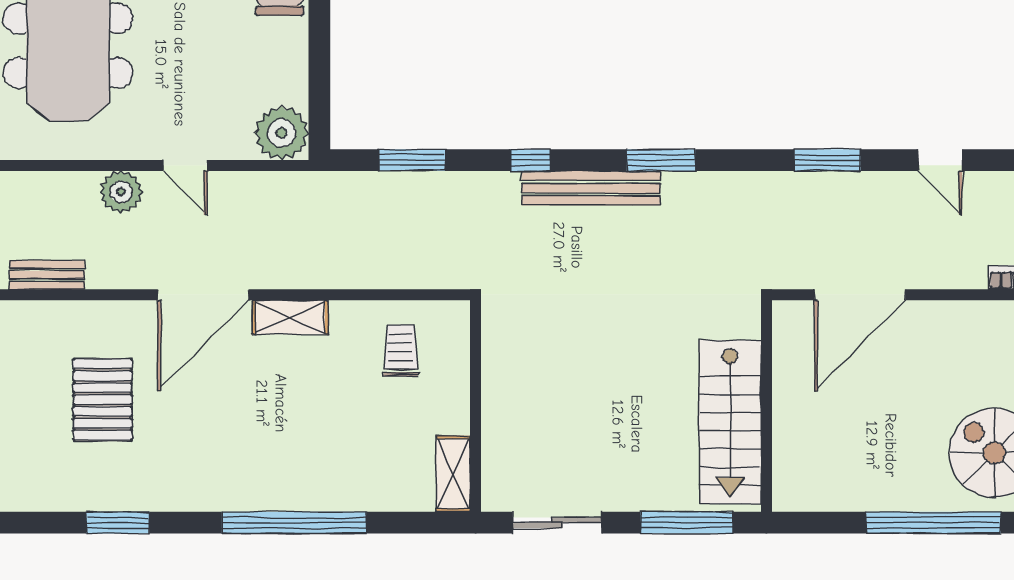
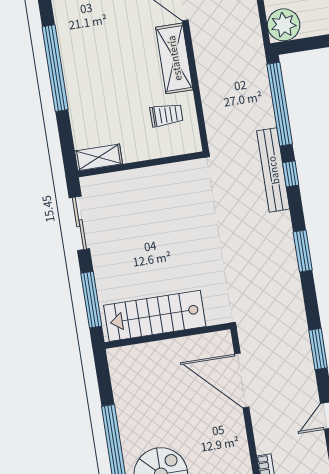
window: (412, 160) -> (280, 104), width x2.11
bench: (591, 188) -> (273, 170), moved
shelving: (290, 317) -> (174, 58), width x1.50, depth x1.33

